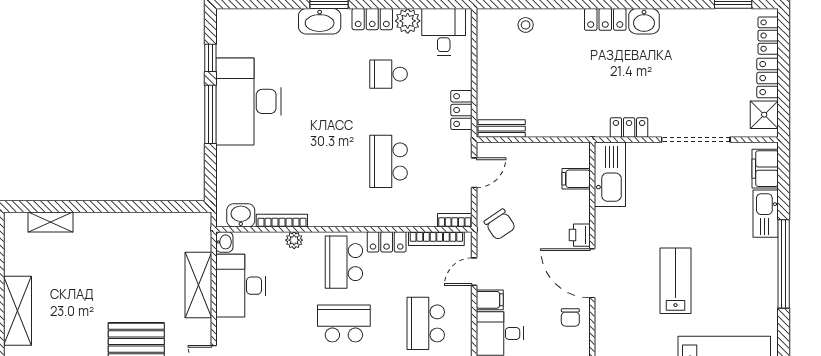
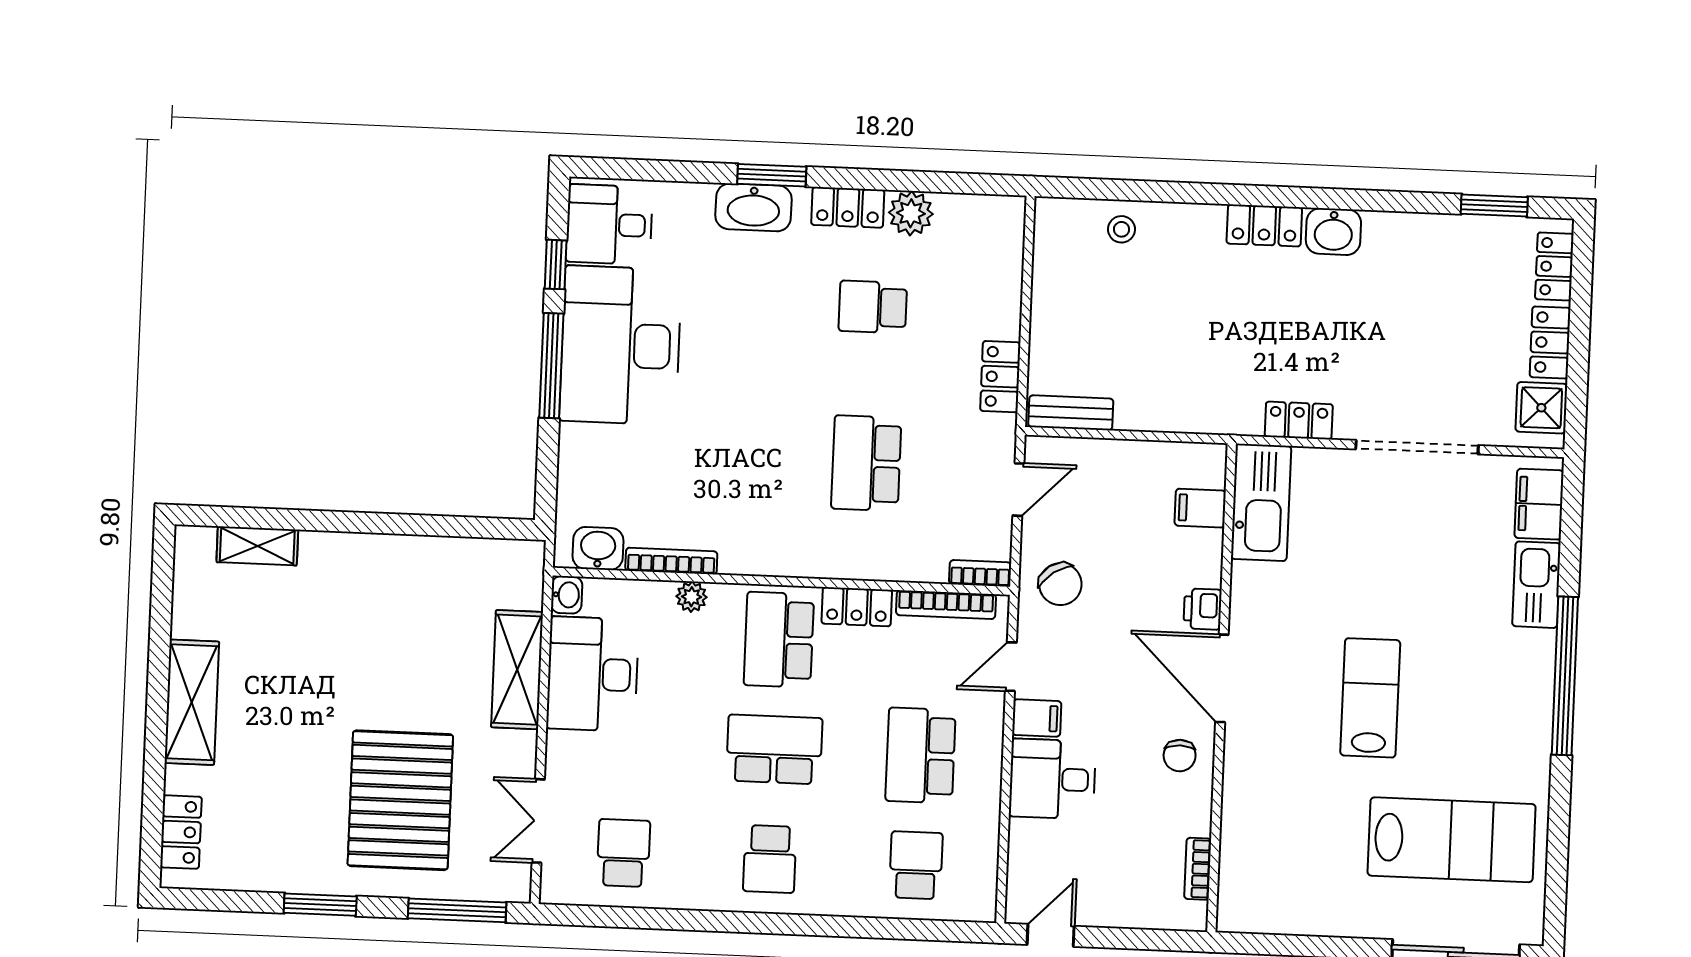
desk: (444, 32) -> (609, 225), moved, turned -90

